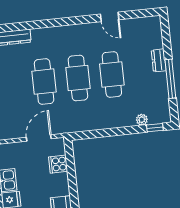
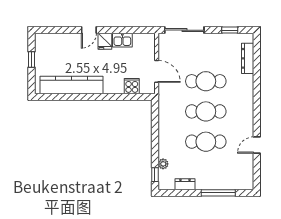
dresser: (159, 60) -> (185, 184), moved
window: (170, 79) -> (218, 193), moved

